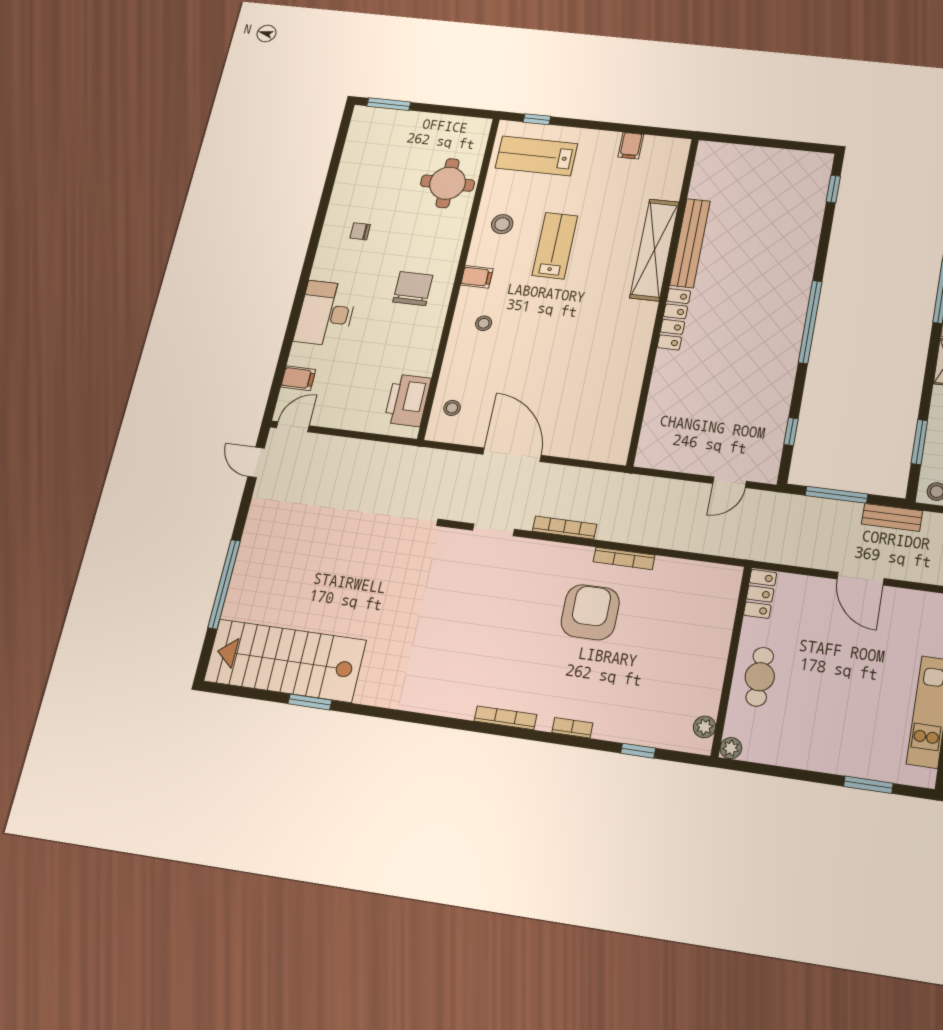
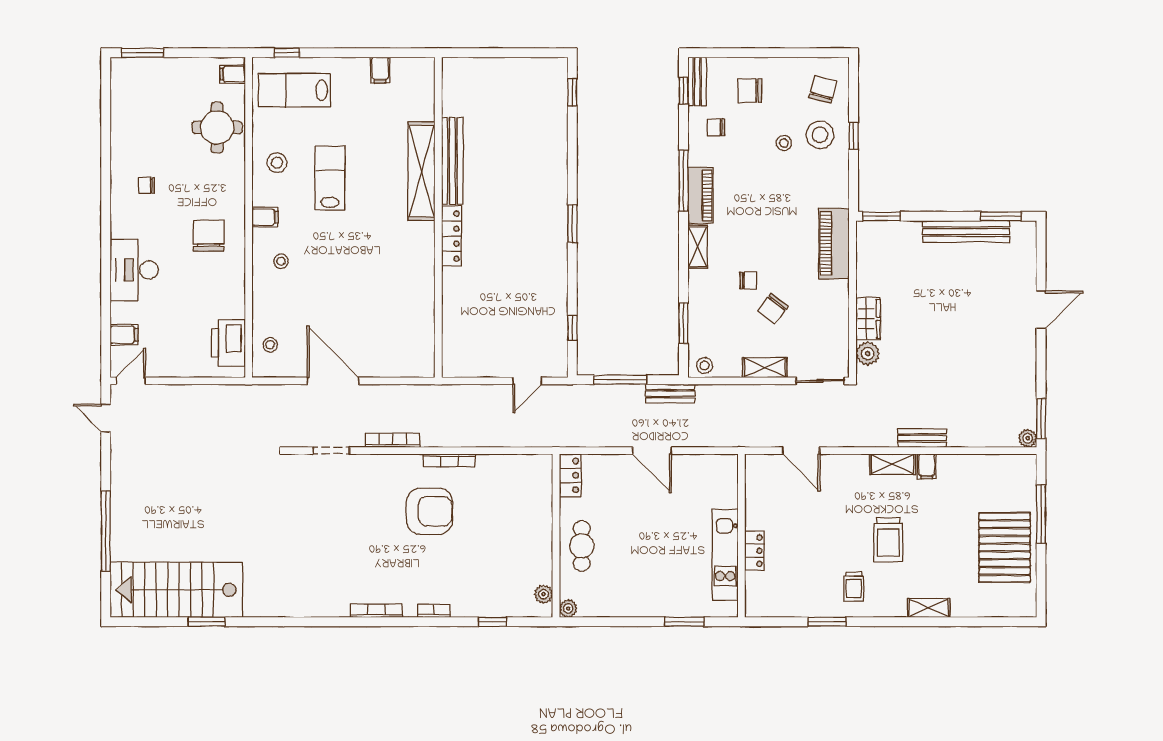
filing cabinet: (476, 134) -> (233, 74), added
window: (810, 322) -> (572, 224), width x0.47
armchair: (590, 612) -> (430, 511), turned 90

